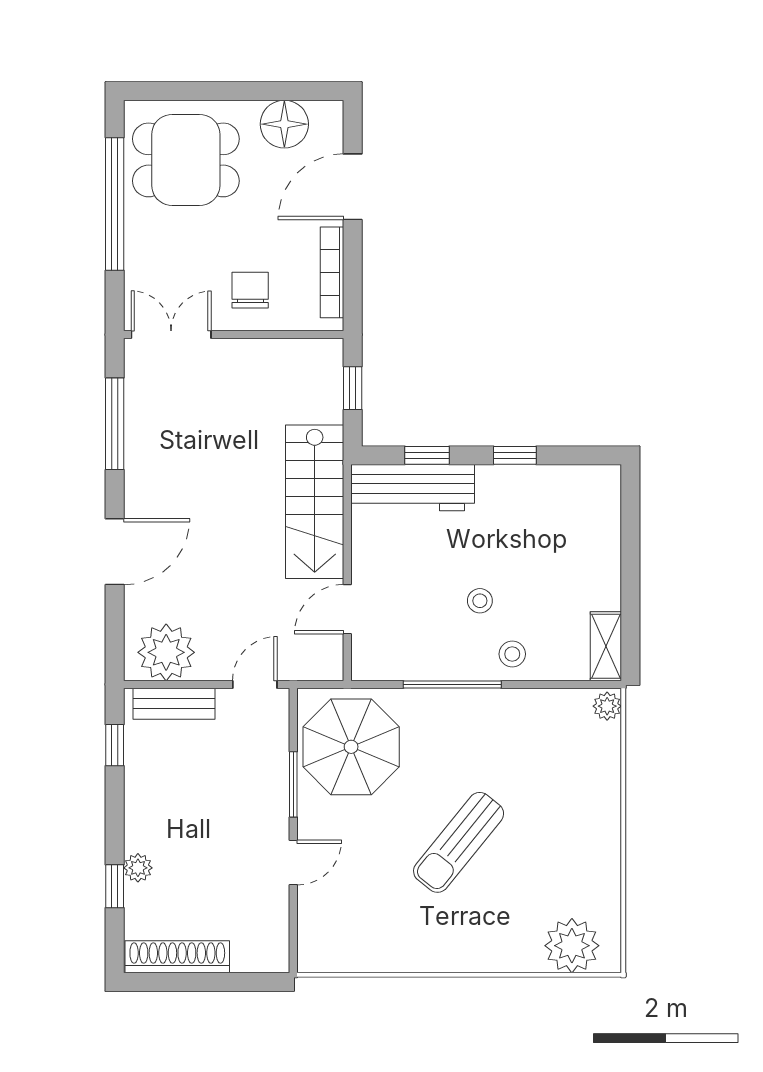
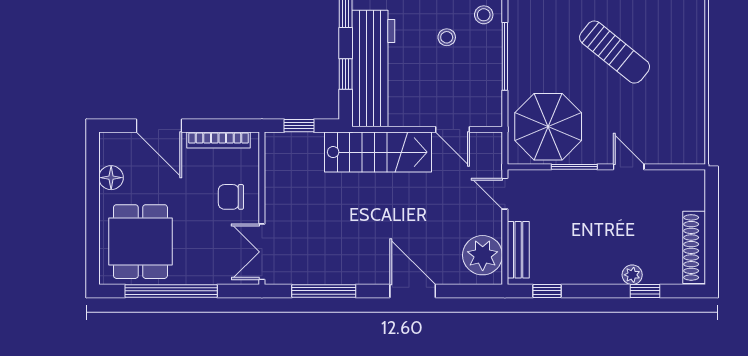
floor lamp: (284, 124) -> (111, 178), width x0.73, depth x0.73
workbench: (413, 488) -> (373, 68), width x1.36, depth x1.32

